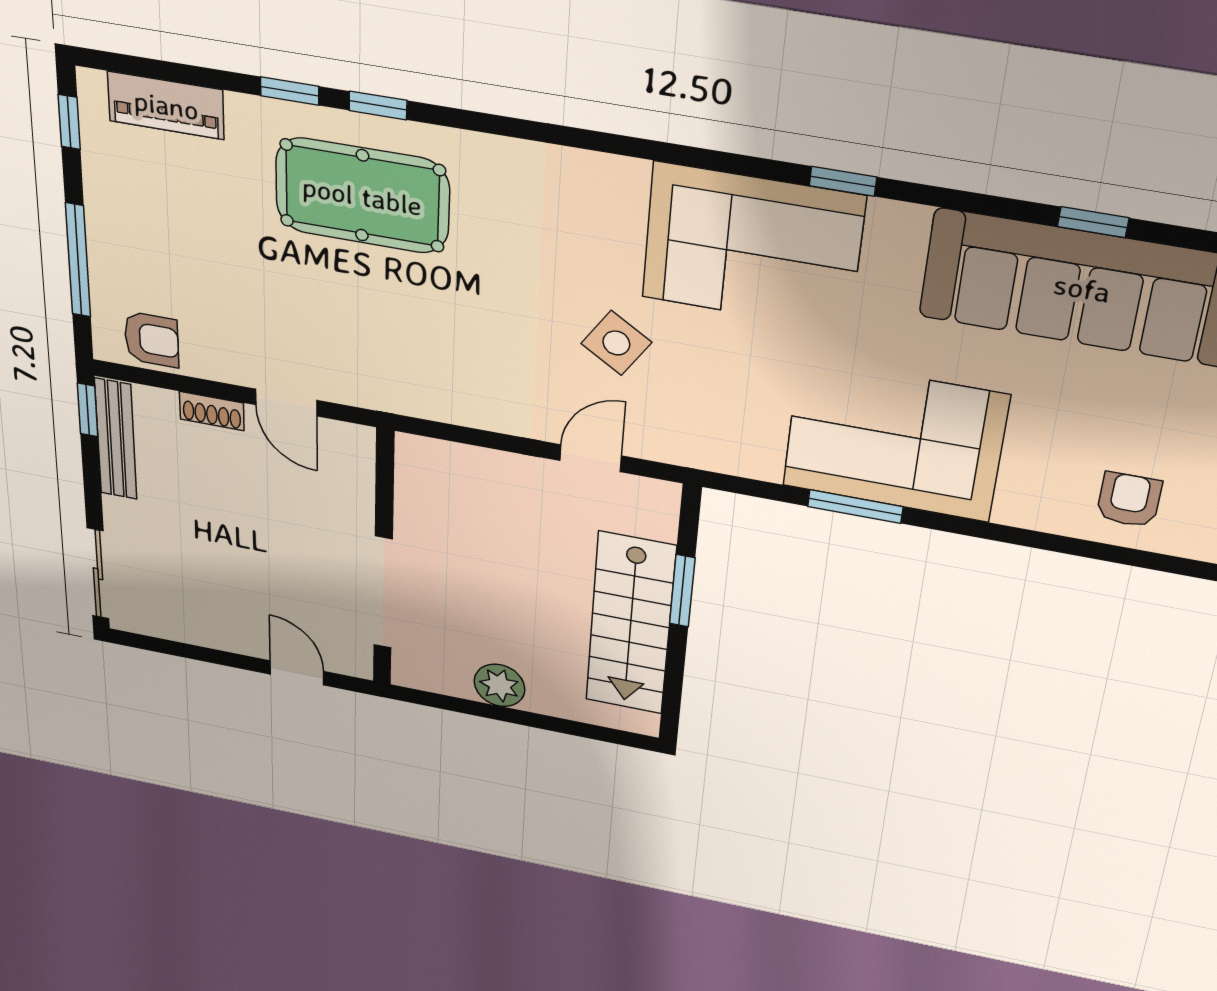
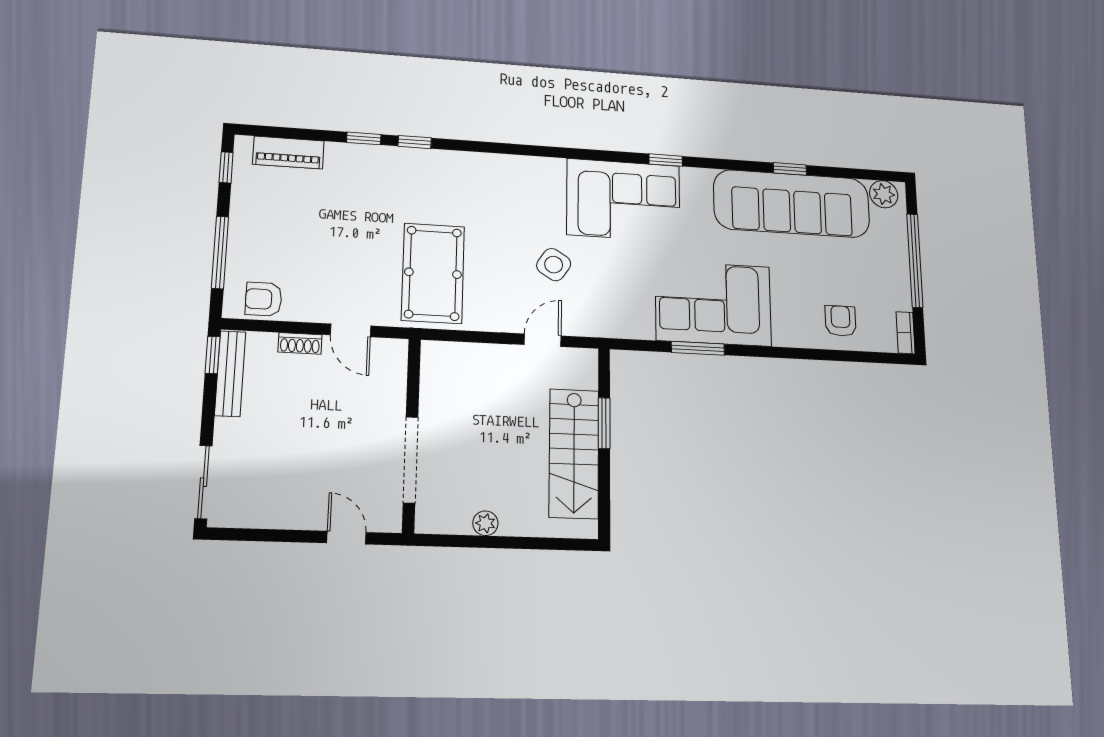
pool table: (362, 196) -> (433, 273), moved, turned 90
armchair: (152, 339) -> (264, 299), turned 180
plant: (499, 685) -> (485, 523), width x0.73, depth x0.73

